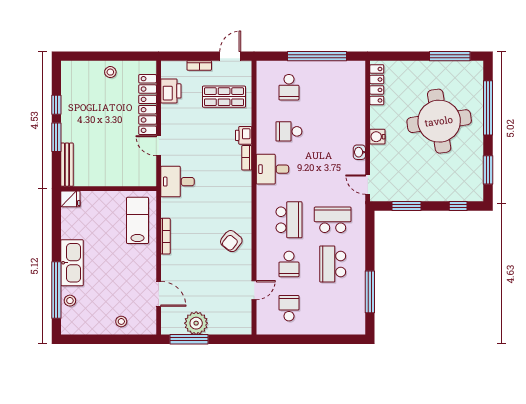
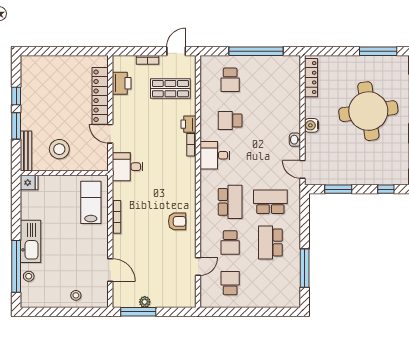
stool: (110, 72) -> (59, 149), moved, width x1.89, depth x1.89
armchair: (231, 241) -> (177, 221), turned -129
plant: (196, 323) -> (145, 302), width x0.53, depth x0.53

